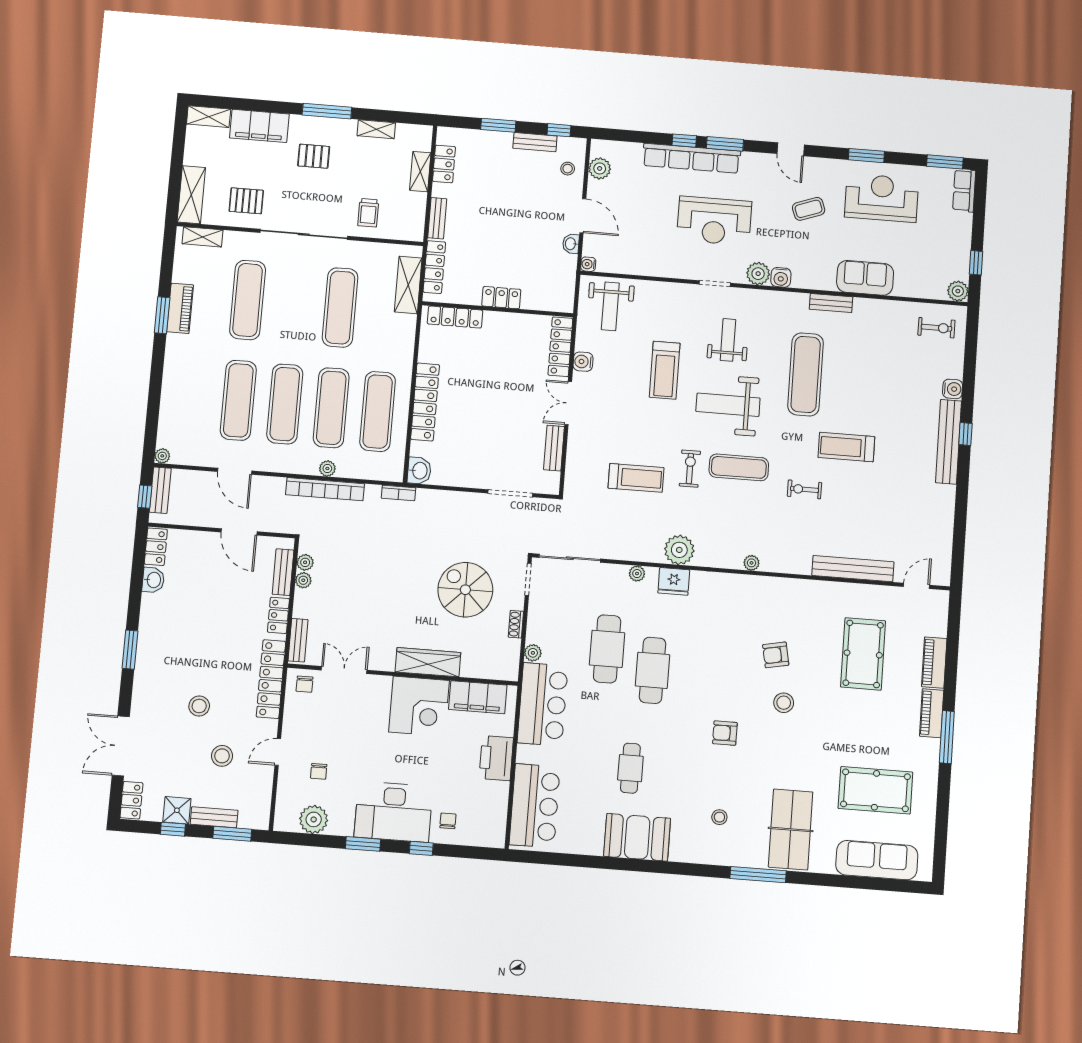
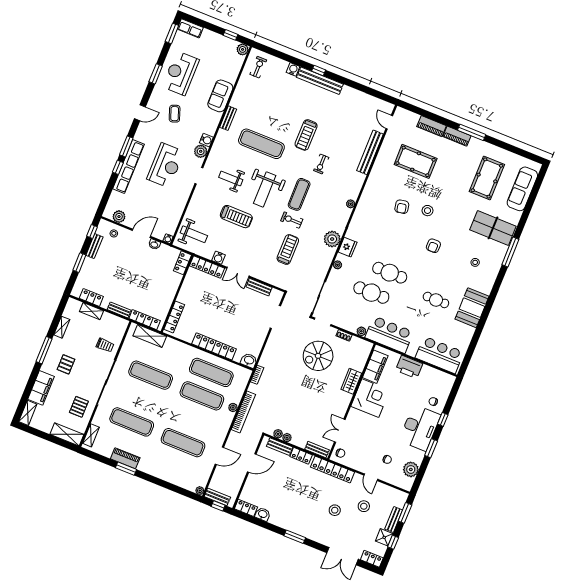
locker: (501, 298) -> (182, 263), moved
exercise mat: (285, 404) -> (192, 419), removed
wardrobe: (428, 662) -> (351, 381), width x0.67

